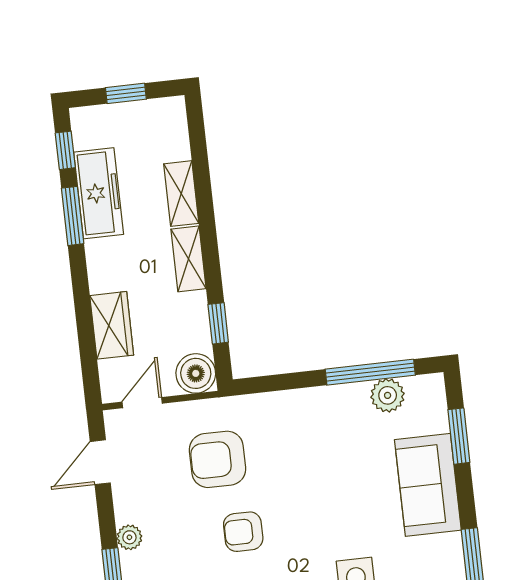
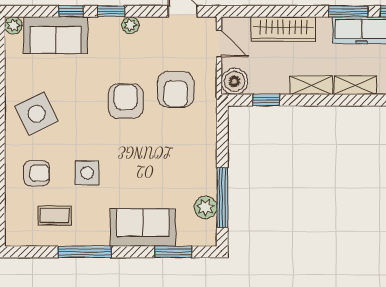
wardrobe: (112, 325) -> (283, 29), width x1.50
armchair: (217, 459) -> (176, 89), turned 180
armchair: (243, 532) -> (126, 101), width x1.38, depth x1.38

